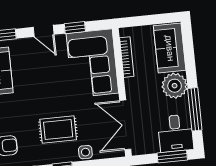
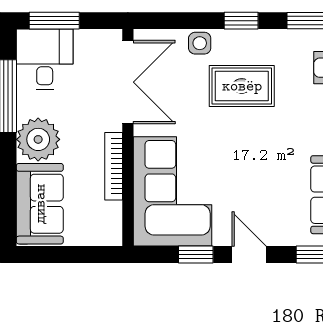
bookcase: (127, 57) -> (114, 166), moved

